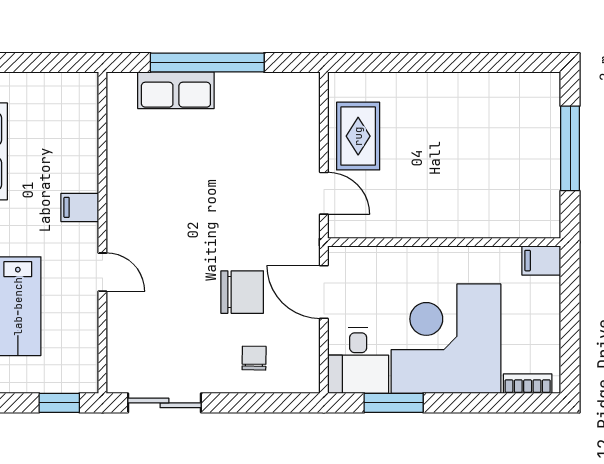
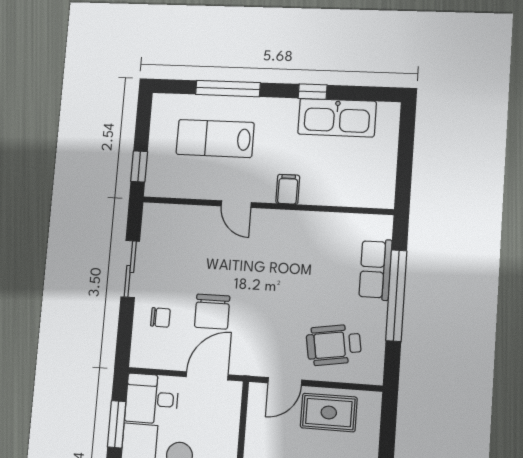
wheelchair: (274, 136) -> (334, 345), added
door: (102, 272) -> (236, 204), hinge flipped
sliding door: (164, 403) -> (130, 269), moved

